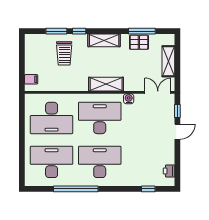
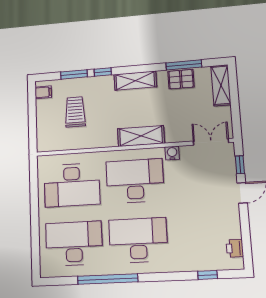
trolley: (64, 53) -> (75, 112), moved, turned 180
shelving: (168, 61) -> (221, 85), moved
filing cabinet: (31, 79) -> (43, 92), moved

